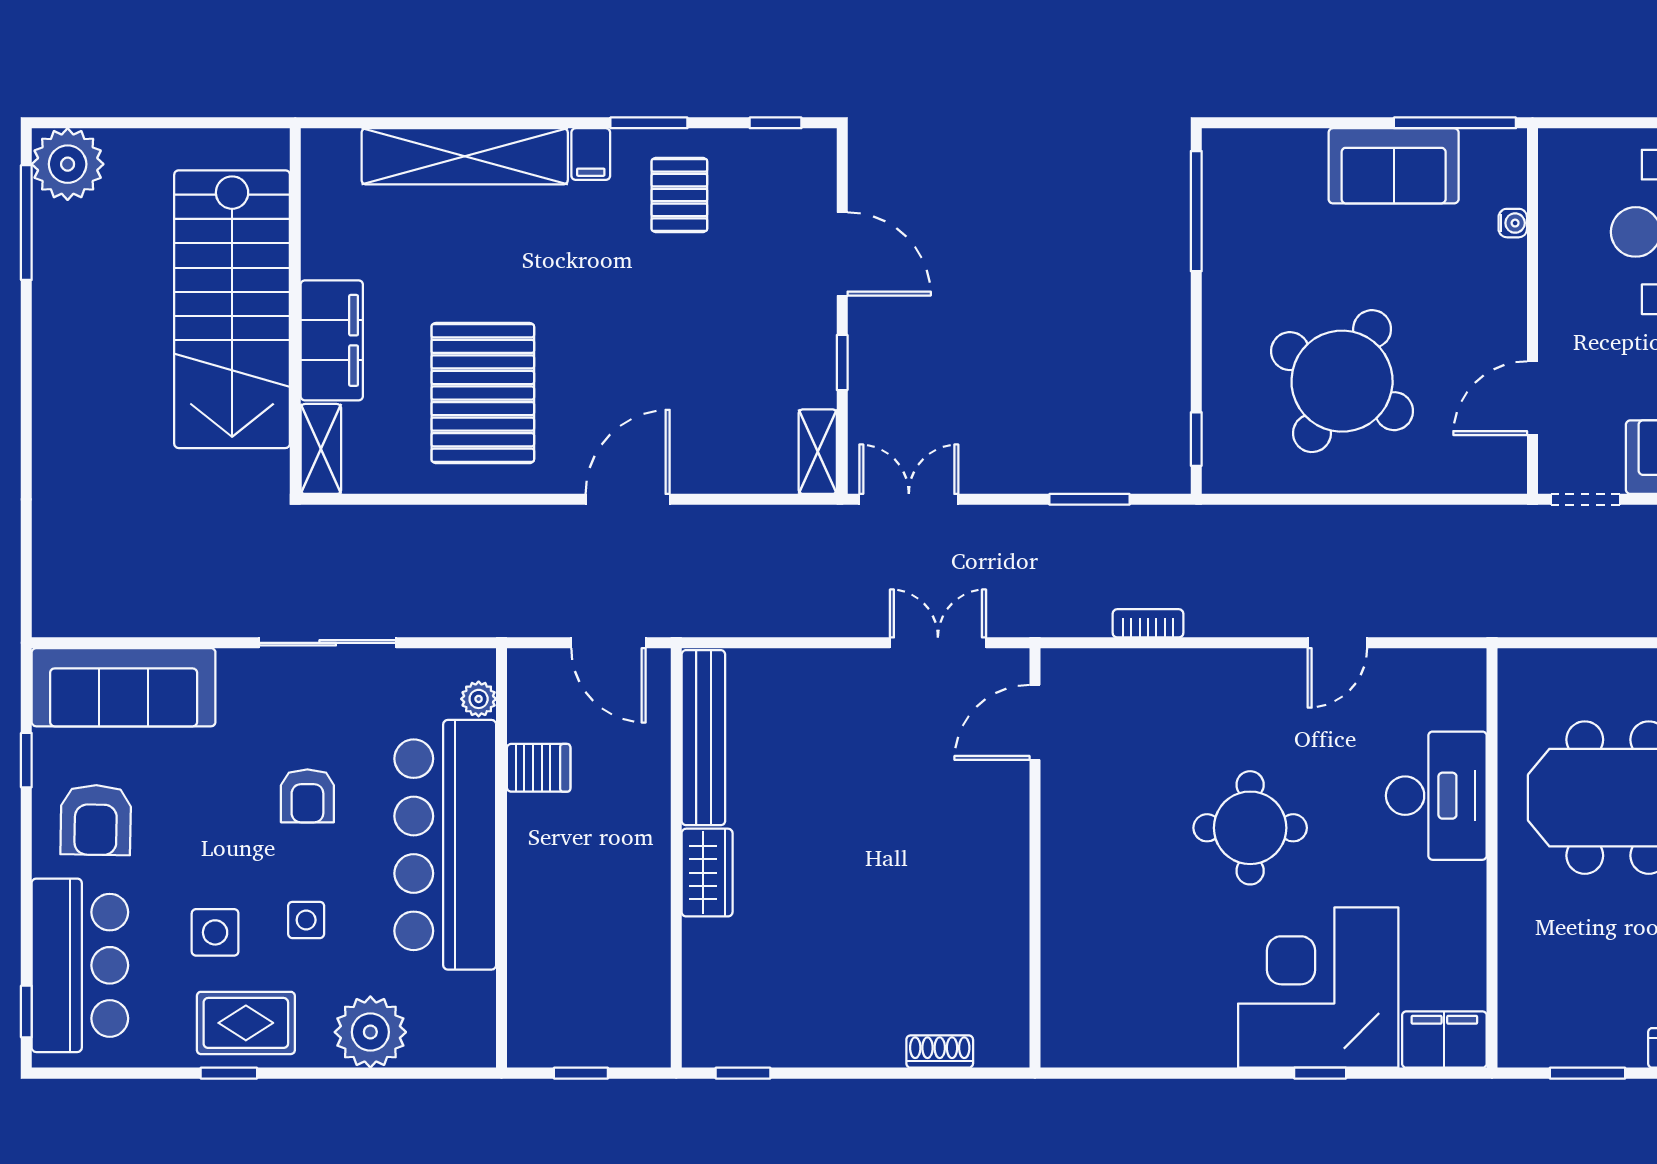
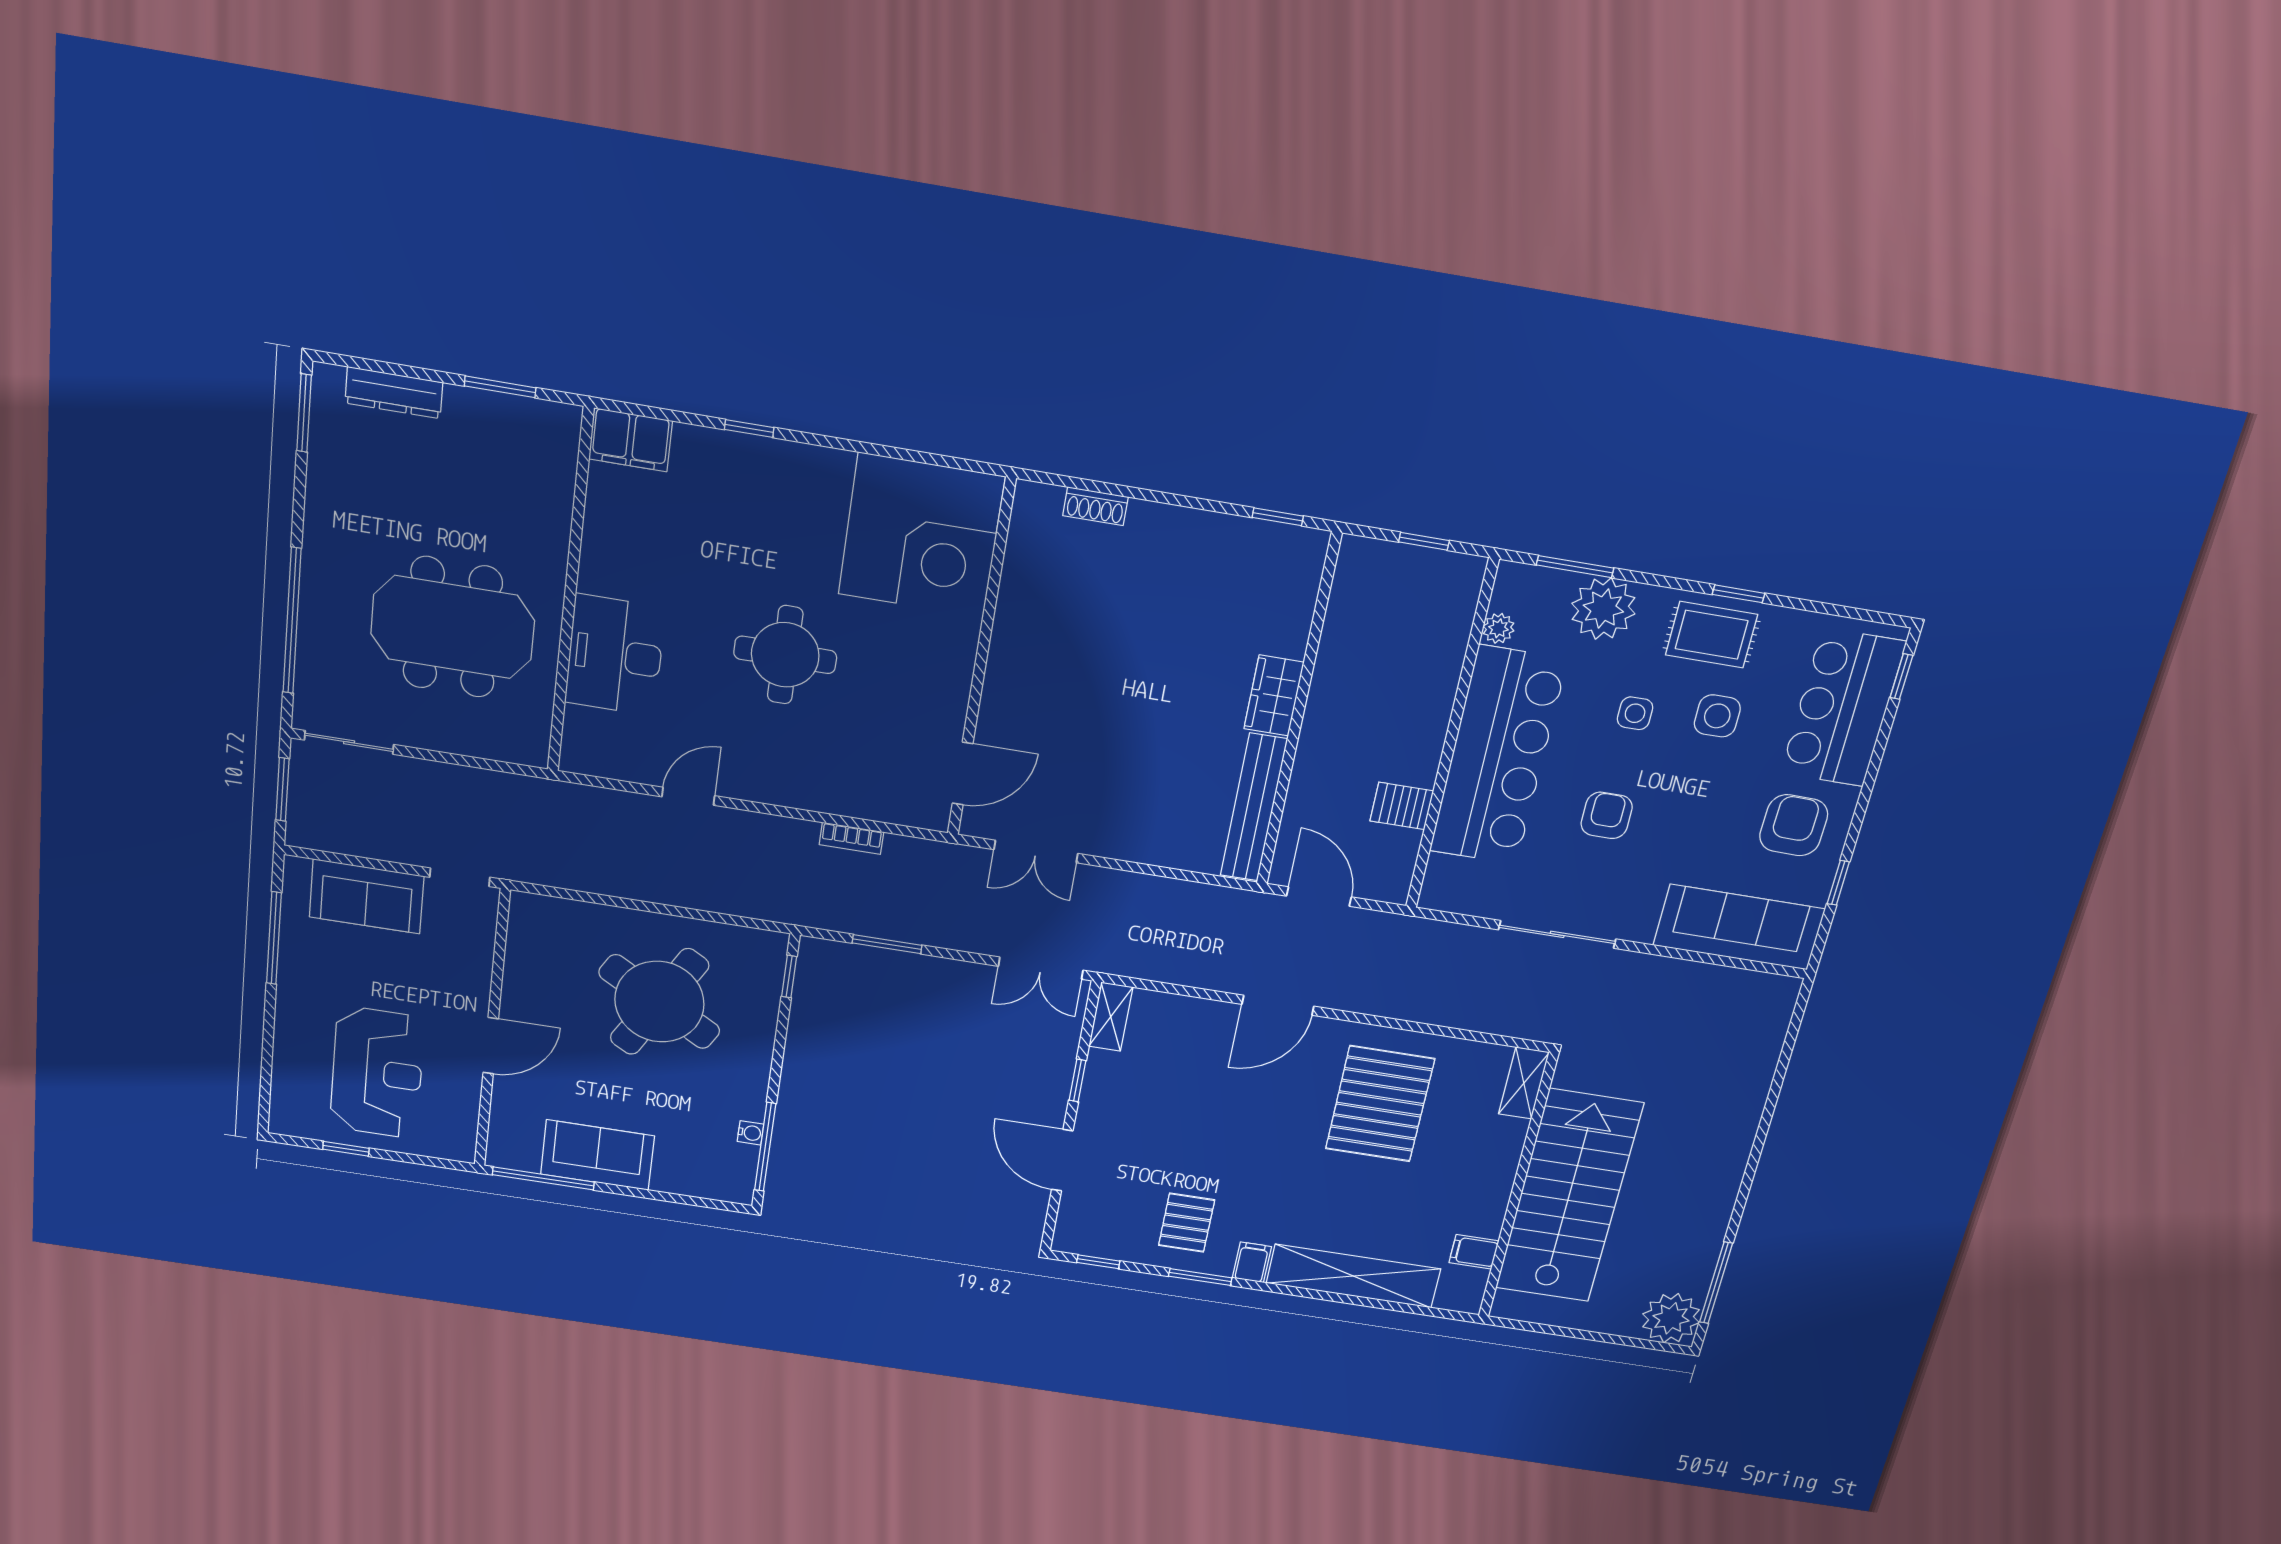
water cooler: (1513, 223) -> (750, 1133), moved, turned 180
filing cabinet: (332, 340) -> (1474, 1252), moved, width x0.33, depth x0.86
door: (1532, 398) -> (491, 1046), moved
plant: (479, 699) -> (1499, 628), moved
corner desk: (1318, 988) -> (921, 535), moved
window: (412, 1073) -> (1575, 567), added

